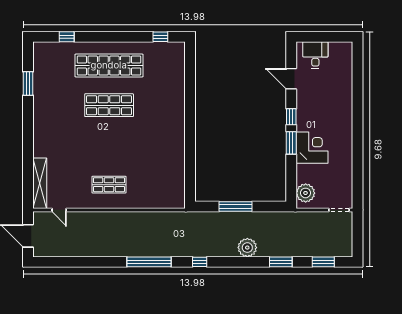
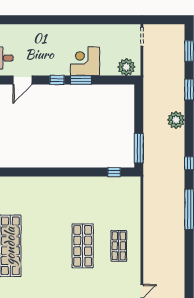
shop shelf: (109, 105) -> (83, 246), moved
window: (190, 179) -> (114, 172), added
window: (235, 207) -> (139, 148), moved

